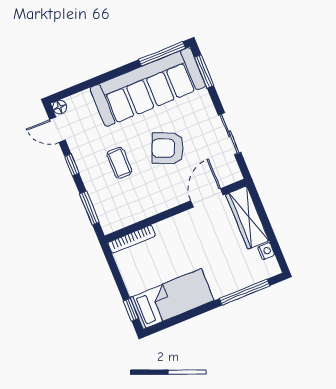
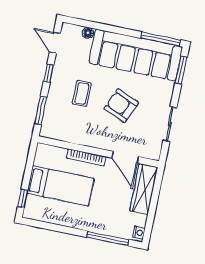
floor lamp: (60, 107) -> (88, 33), moved
door: (207, 198) -> (125, 157), swing flipped
bookcase: (132, 239) -> (86, 157), moved
nightstand: (266, 251) -> (139, 233), moved
bed: (172, 299) -> (61, 186), moved

